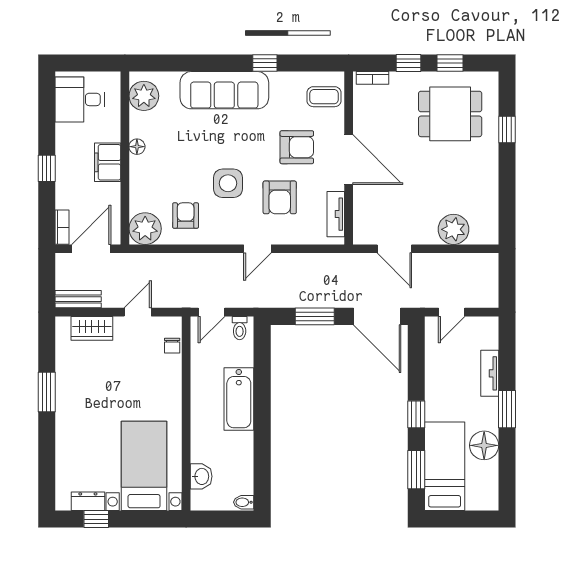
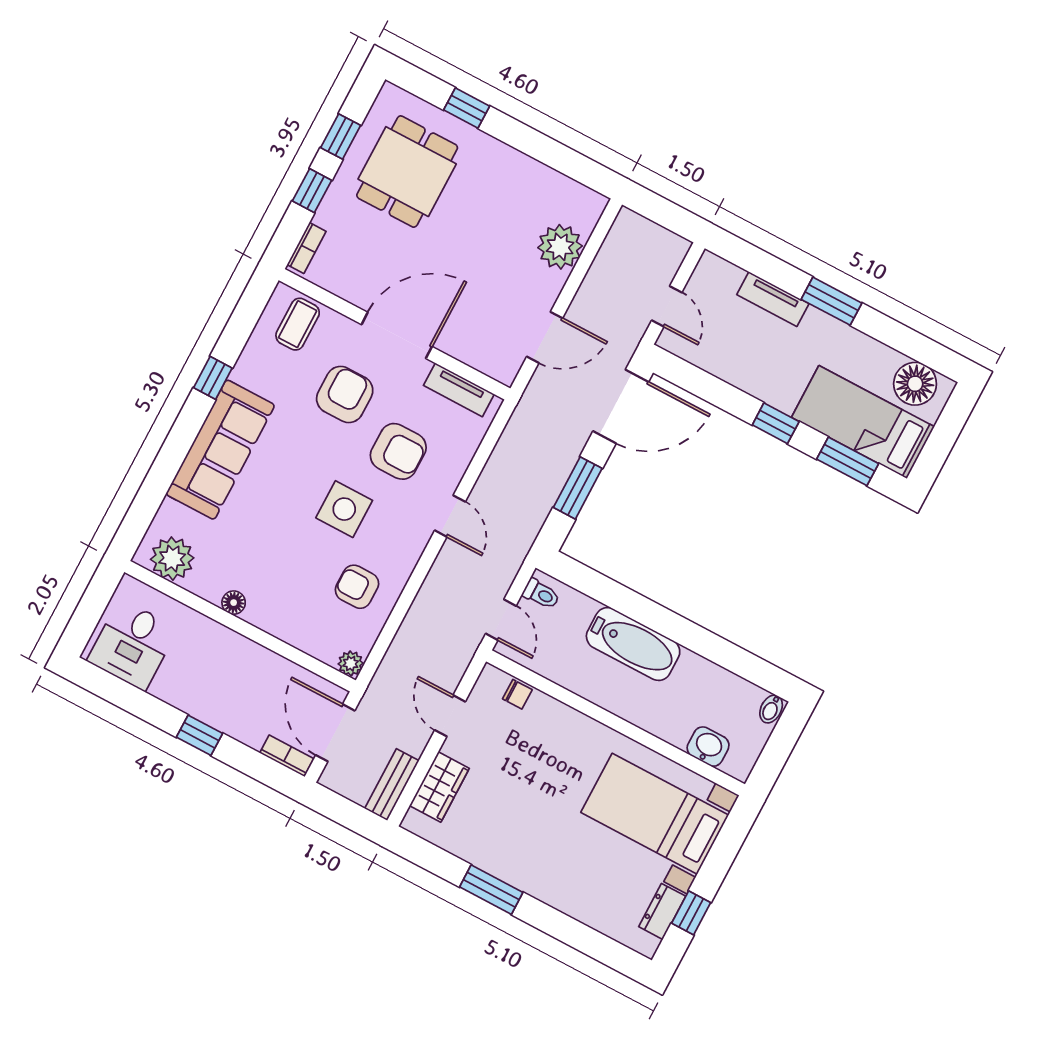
filing cabinet: (108, 162) -> (234, 652), removed
plant: (145, 229) -> (351, 663), width x0.53, depth x0.53
floor lamp: (484, 445) -> (915, 384), moved

